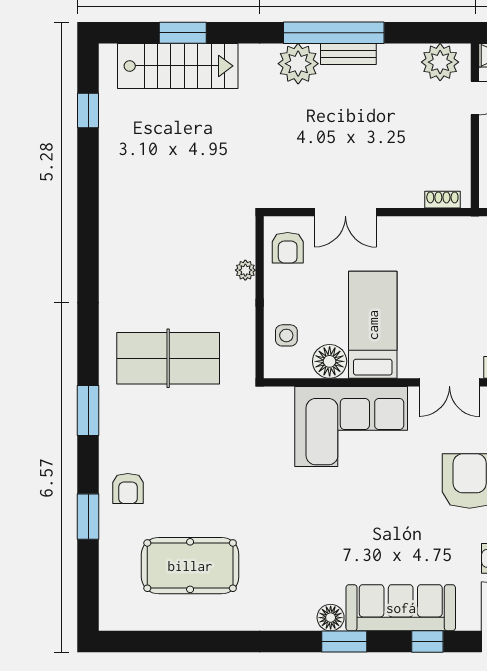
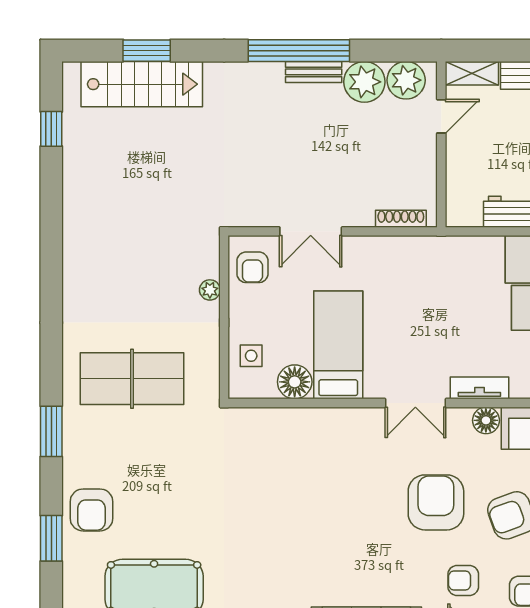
plant: (298, 64) -> (364, 82), moved
shoe rack: (442, 200) -> (401, 219), width x1.43
corner sofa: (351, 426) -> (317, 447), removed
armchair: (128, 488) -> (91, 510), width x1.38, depth x1.38

